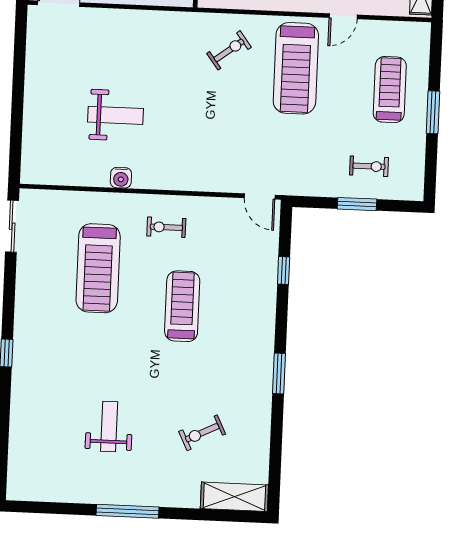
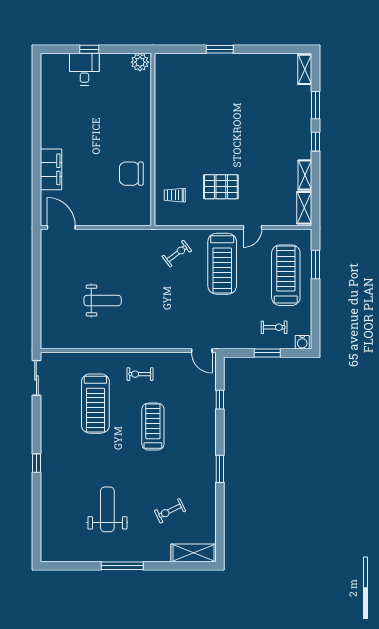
treadmill: (390, 90) -> (286, 275), width x1.37, depth x1.38
window: (433, 112) -> (315, 264), moved
water cooler: (121, 178) -> (302, 342), moved
weight bench: (109, 426) -> (107, 509), width x1.36, depth x1.33

